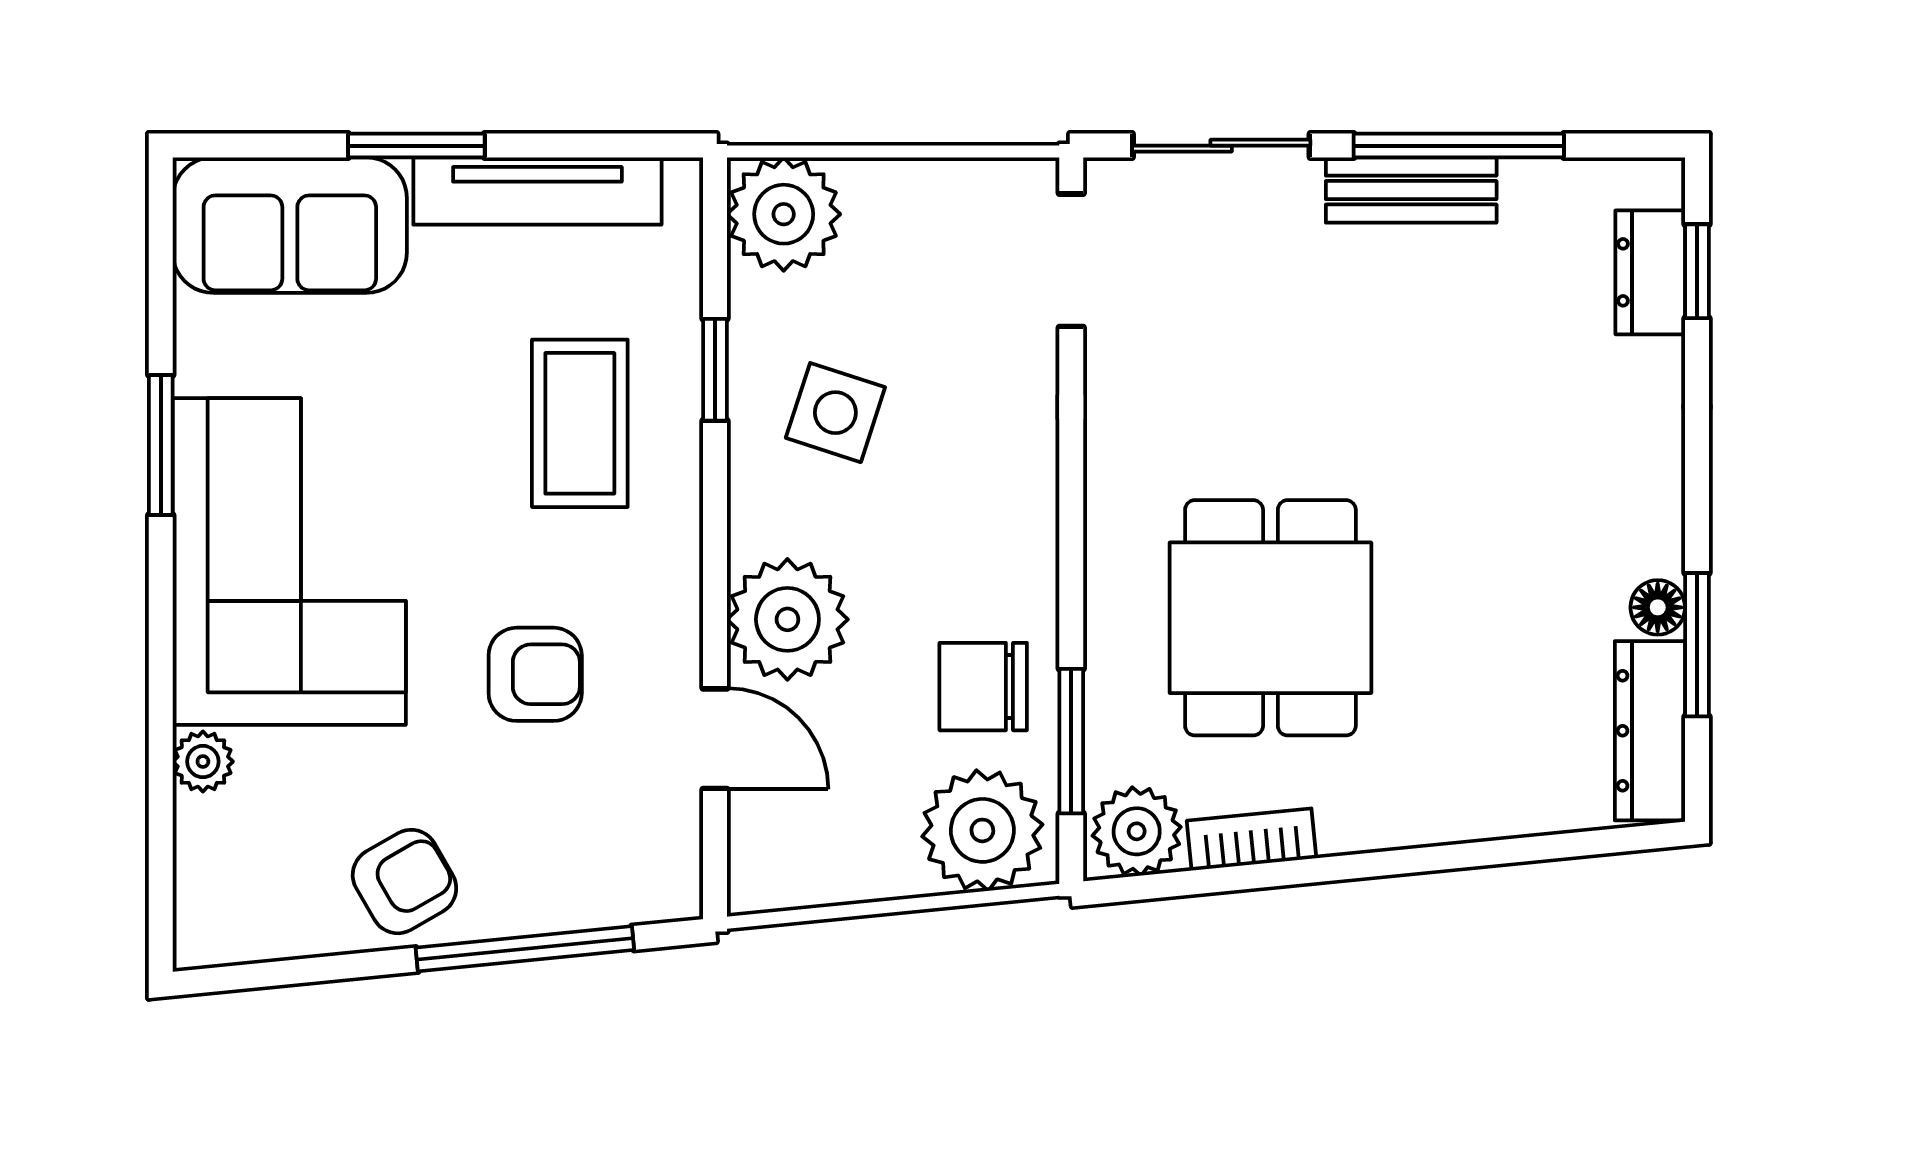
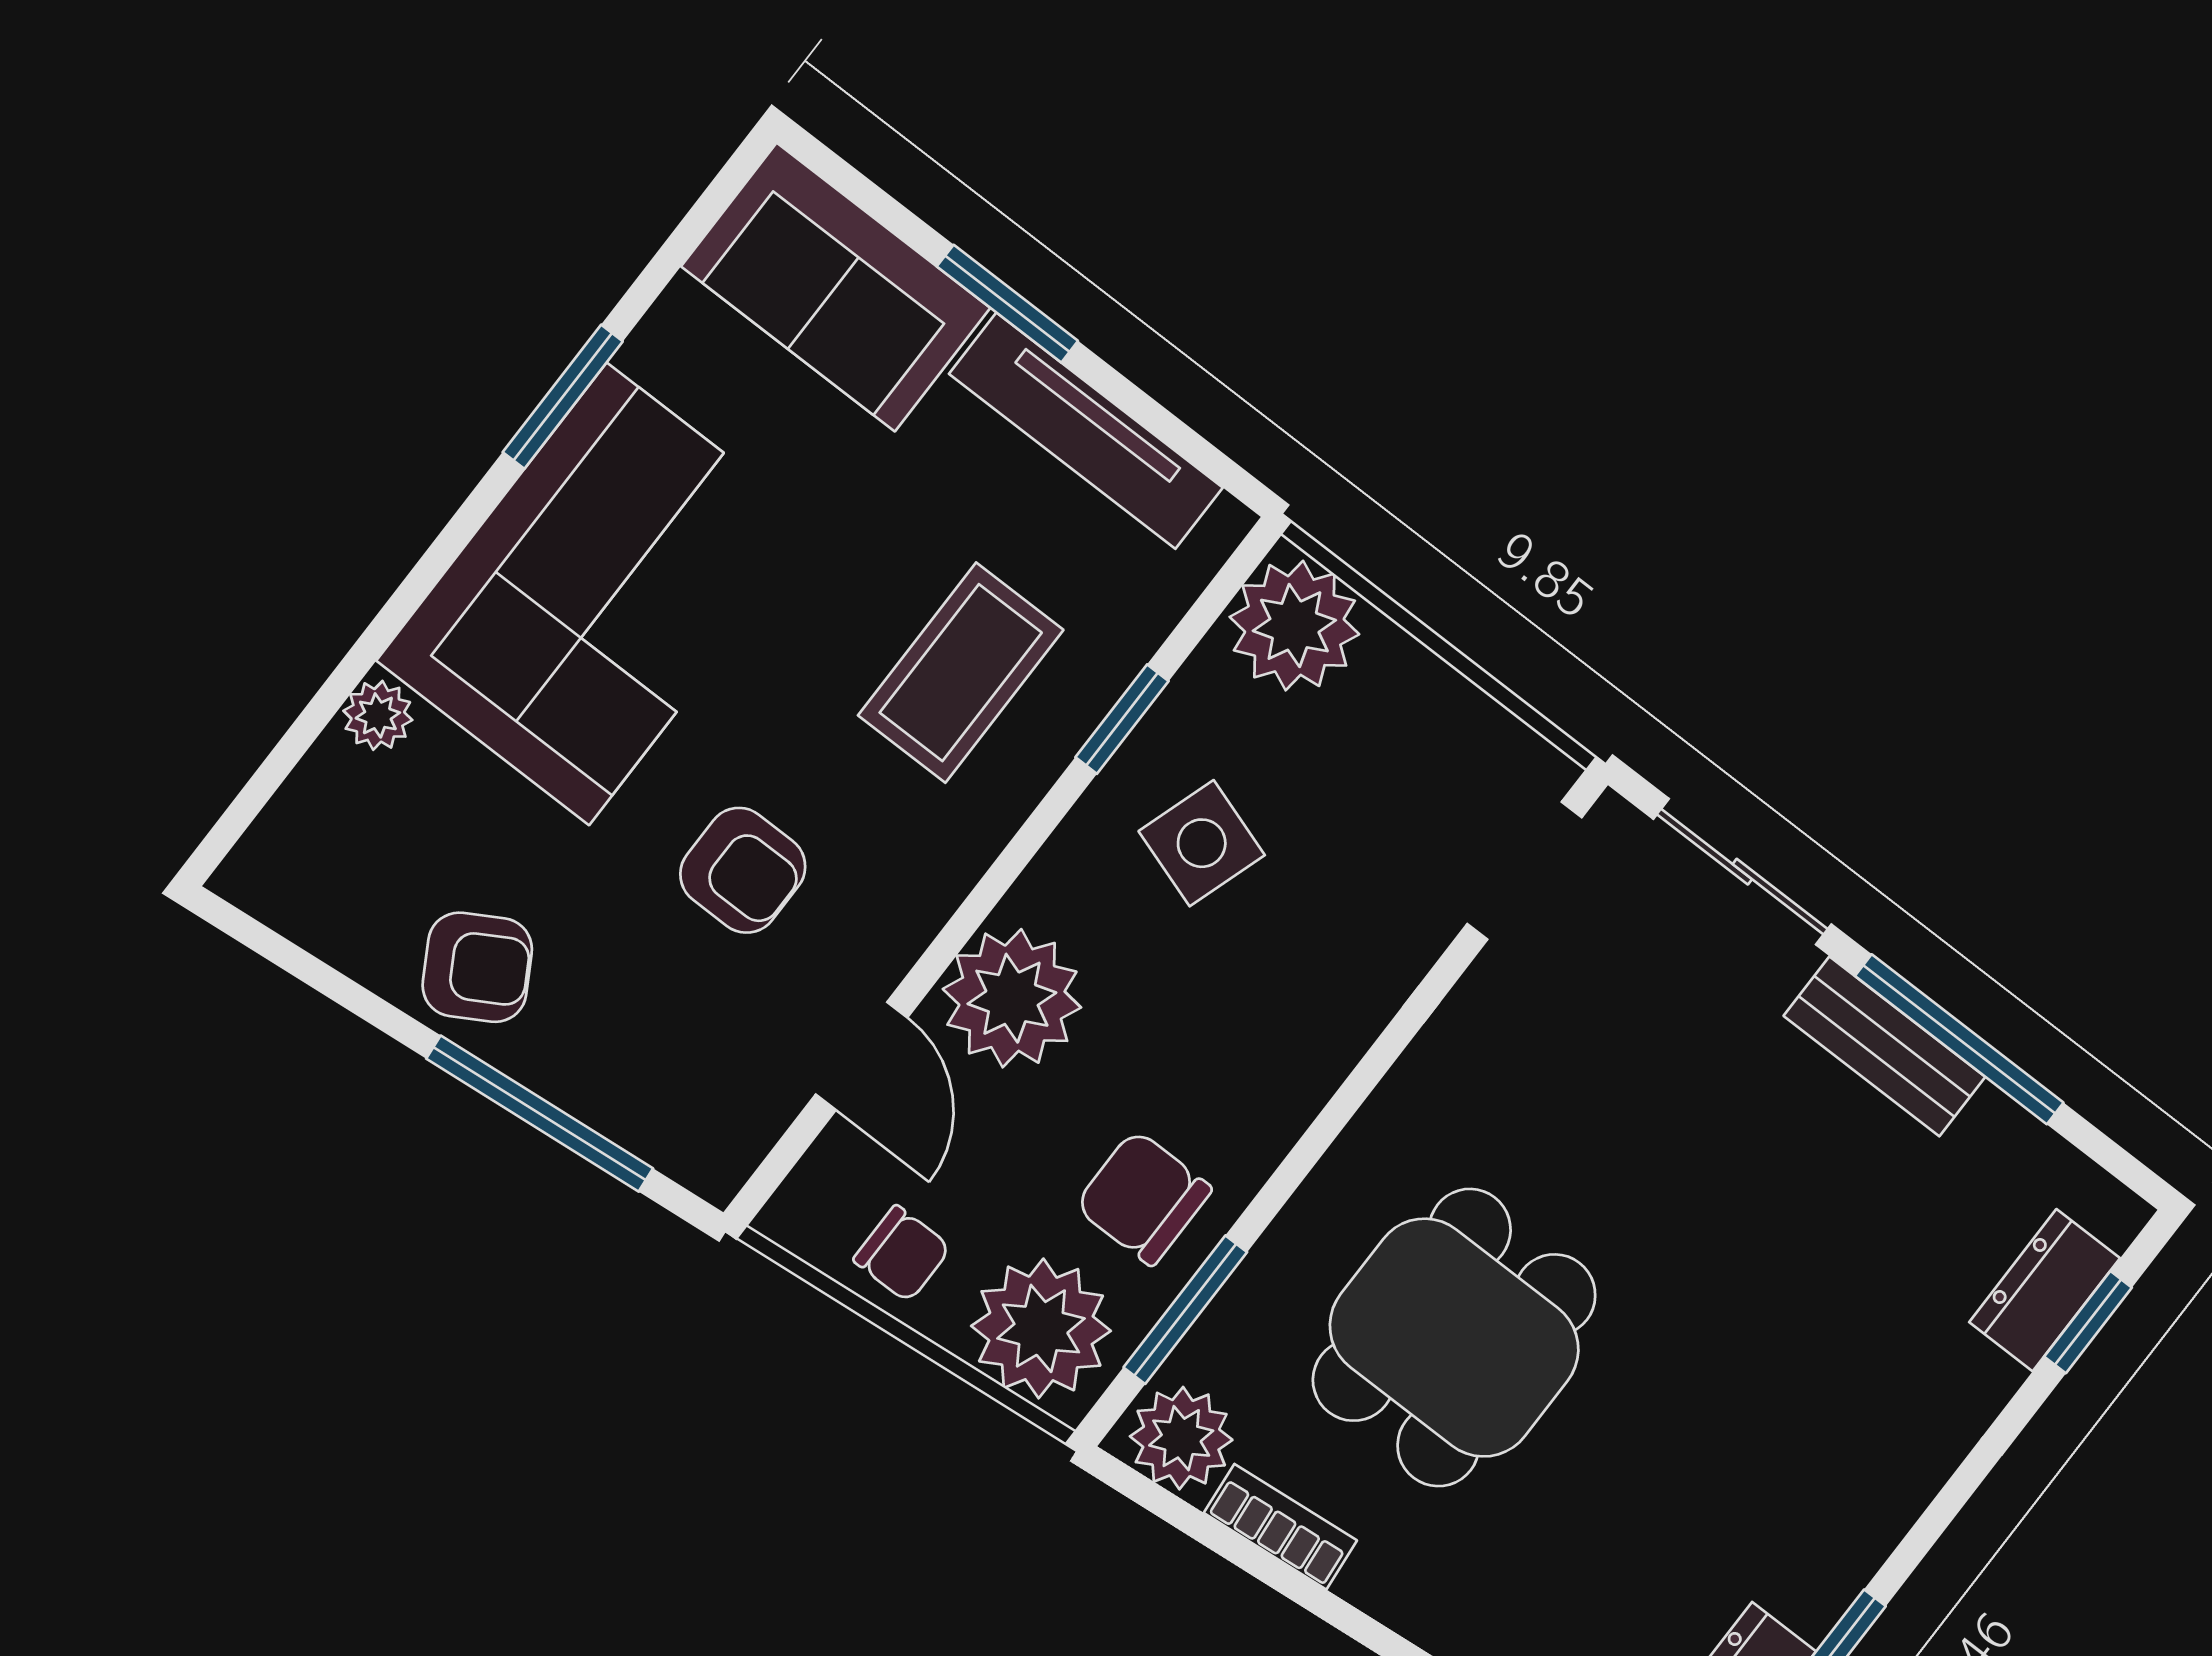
floor lamp: (1658, 607) -> (1815, 1601), removed
chair: (848, 853) -> (902, 1254), added

